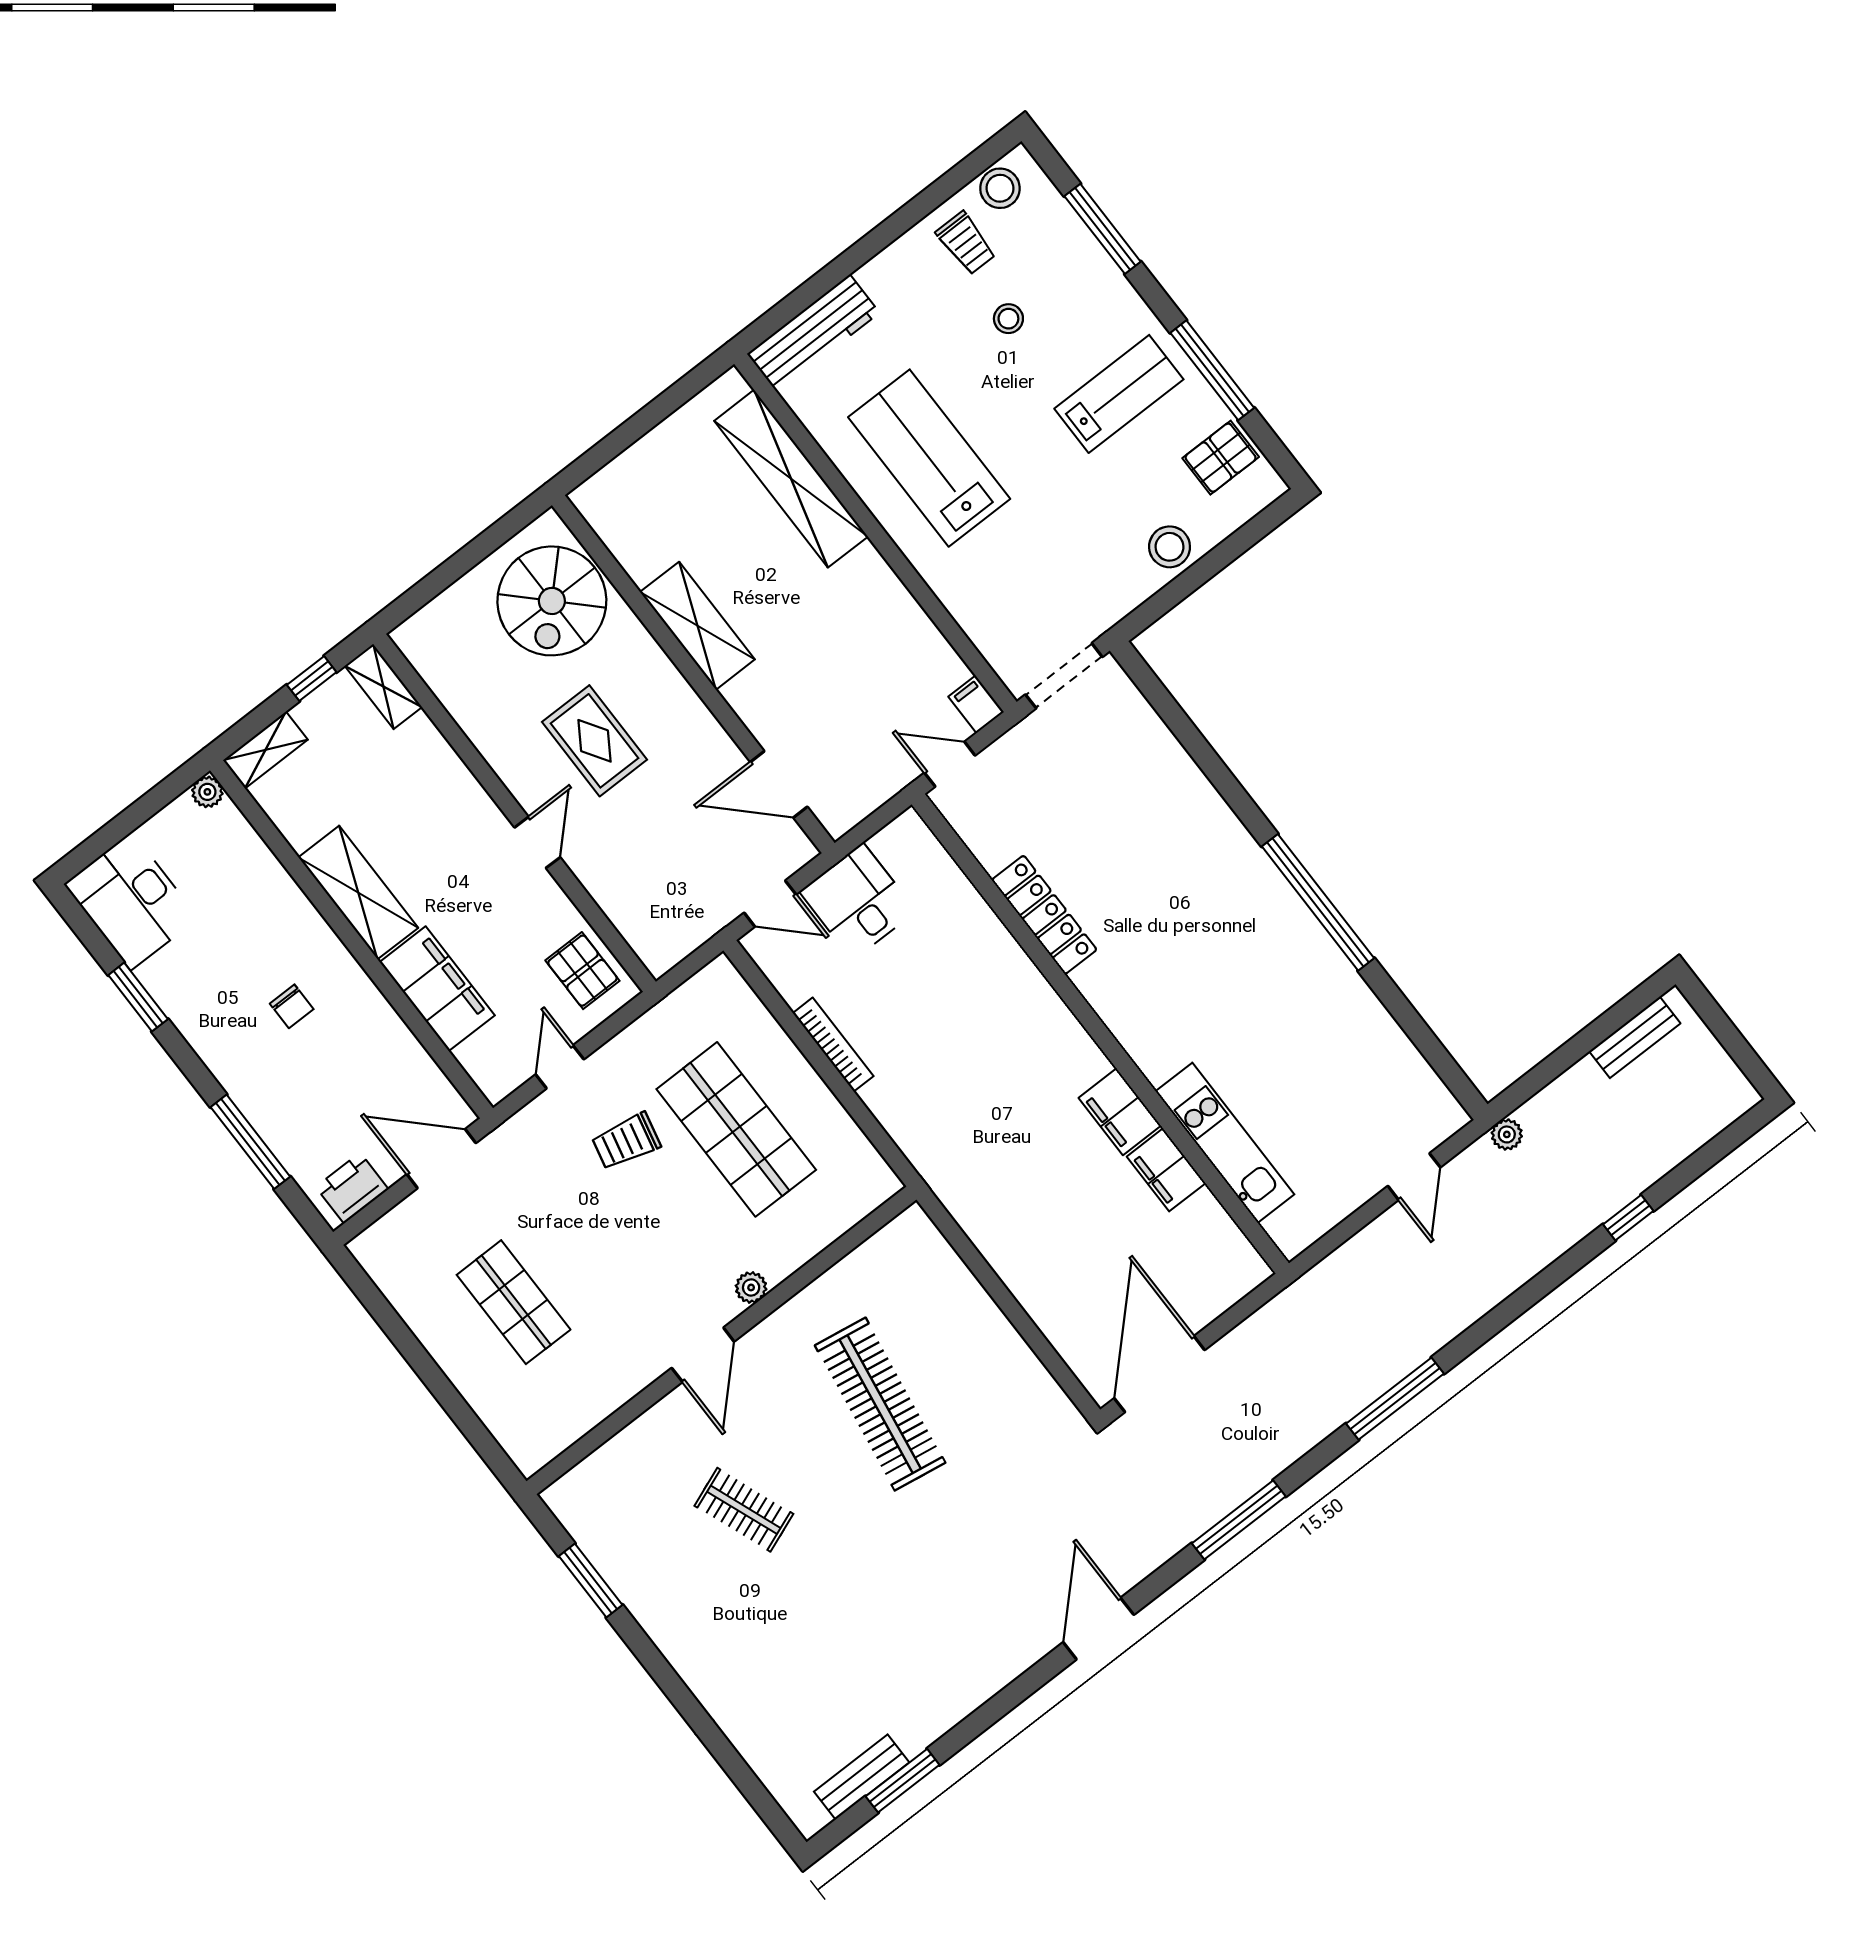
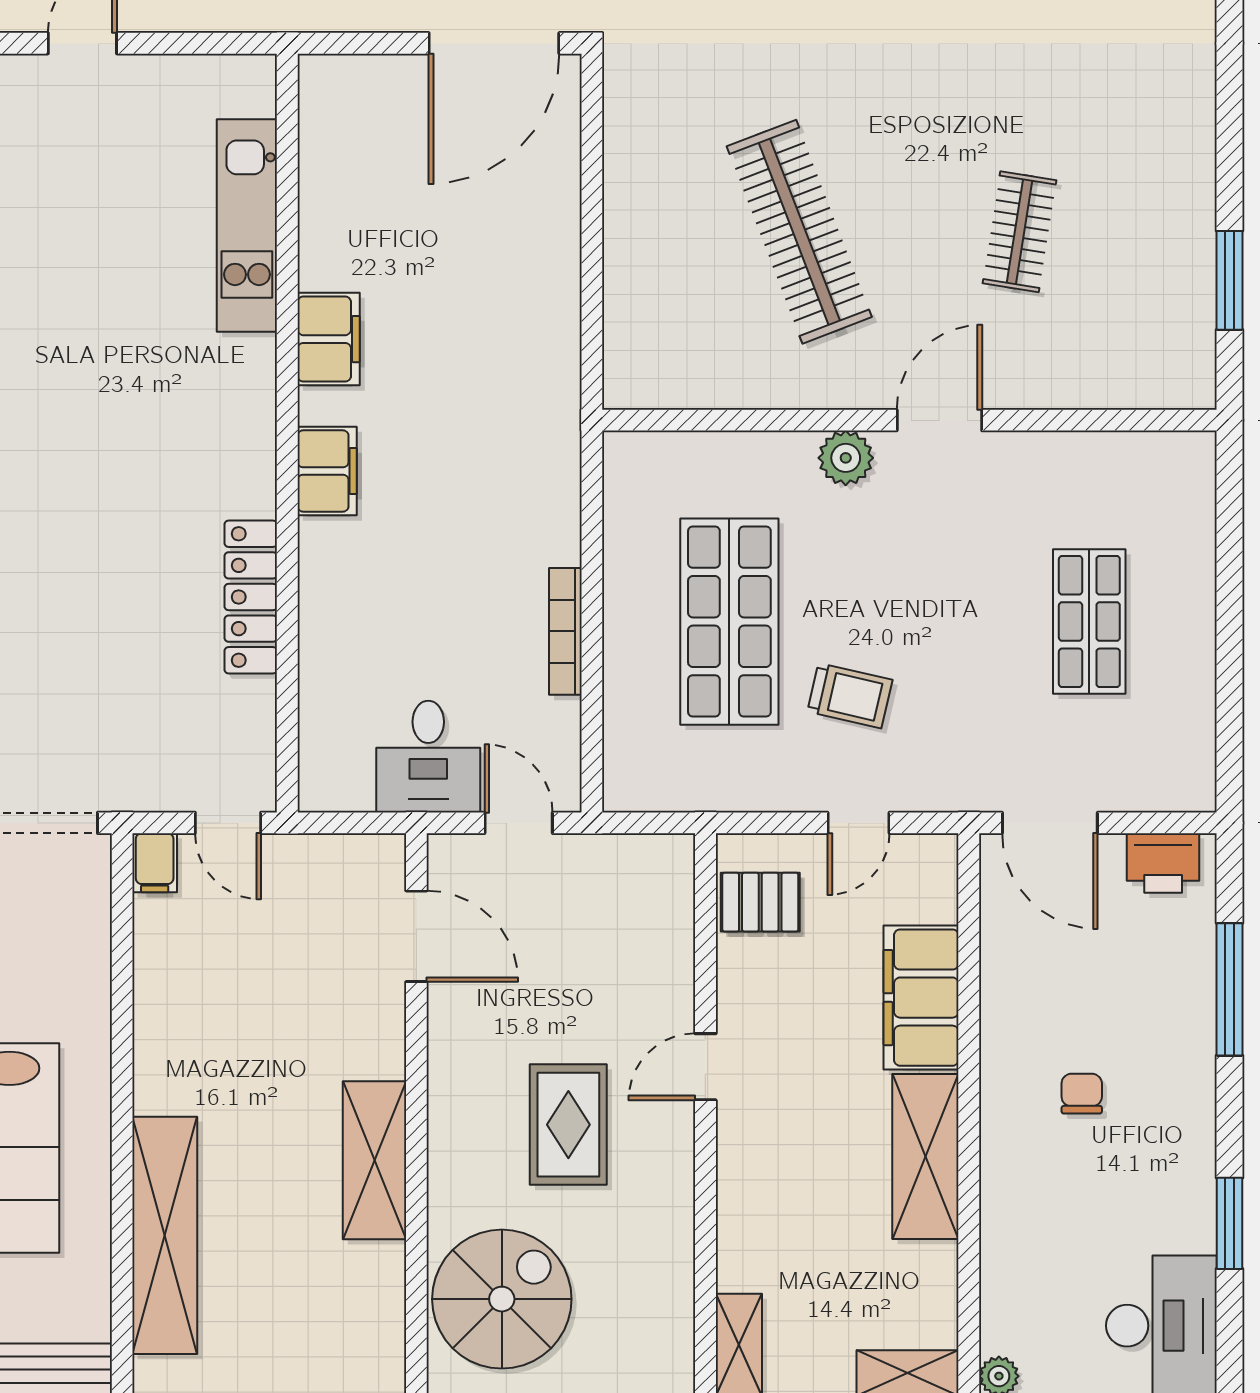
pallet: (582, 971) -> (760, 902), turned 90
filing cabinet: (1166, 1170) -> (327, 471), moved
plant: (751, 1287) -> (846, 458), width x1.38, depth x1.38
clothes rail: (880, 1404) -> (799, 232), turned -30
clothes rail: (744, 1510) -> (1019, 232), turned 30

